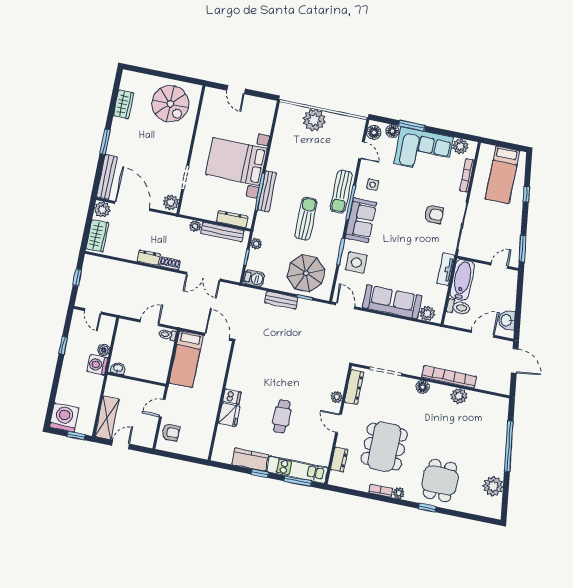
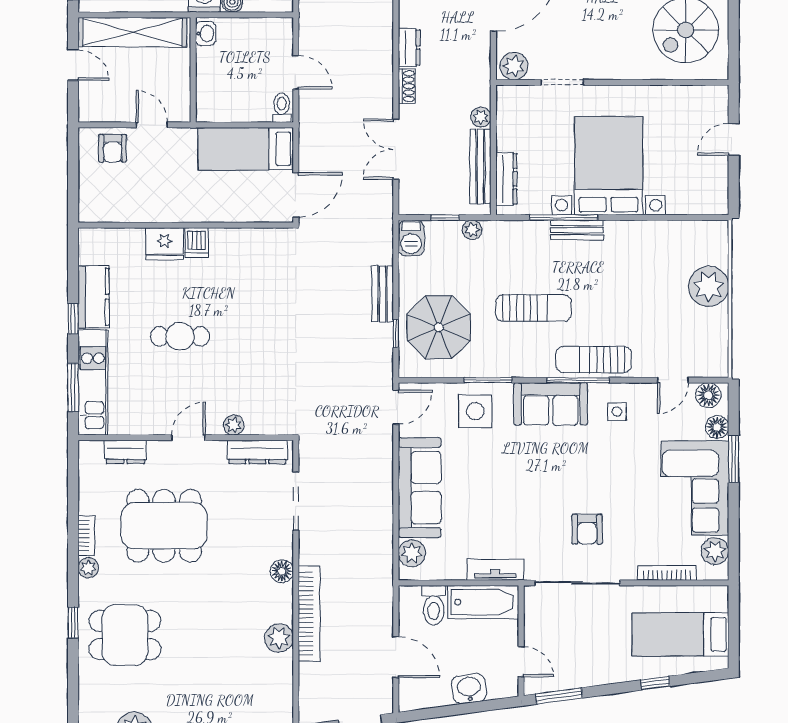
bench: (267, 191) -> (577, 230), width x0.73
washbasin: (507, 320) -> (469, 689), moved
shelving: (107, 418) -> (132, 32), width x1.47

